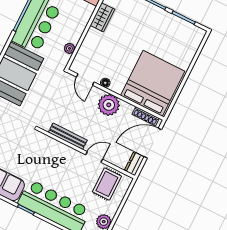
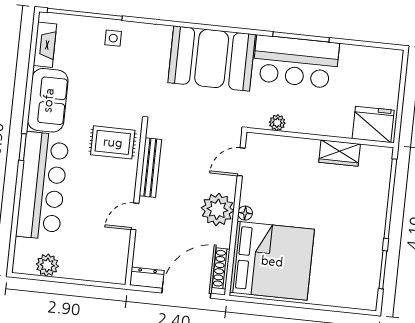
floor lamp: (105, 83) -> (245, 213), moved
door: (153, 143) -> (186, 293), hinge flipped
door: (94, 157) -> (135, 216), swing flipped
rug: (107, 184) -> (113, 142), moved

